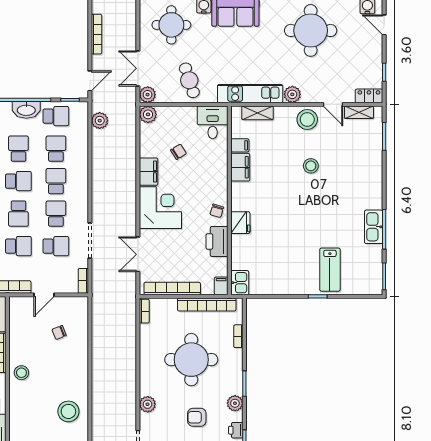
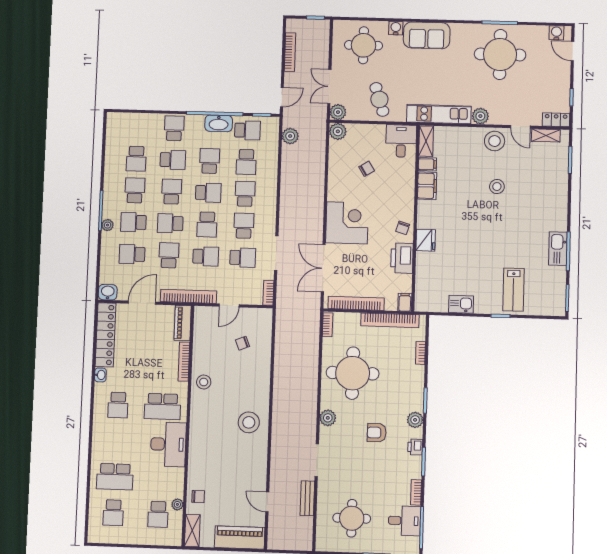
shelving: (257, 113) -> (426, 141), moved, turned 90
school desk: (56, 149) -> (246, 162), turned 180
filing cabinet: (149, 172) -> (336, 187), removed
double door: (138, 254) -> (323, 268), width x1.37
kitchen sink: (240, 283) -> (461, 304), moved, turned -90
round table: (191, 360) -> (353, 373), moved

